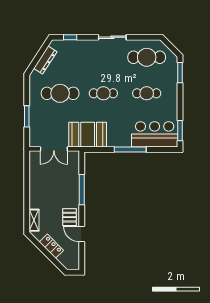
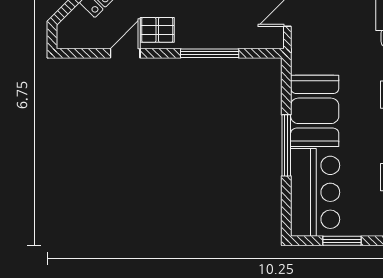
window: (180, 131) -> (342, 241), moved
booth: (88, 135) -> (315, 111), moved

